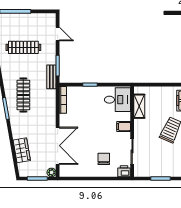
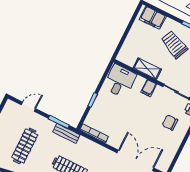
shelving: (139, 106) -> (147, 69), moved

